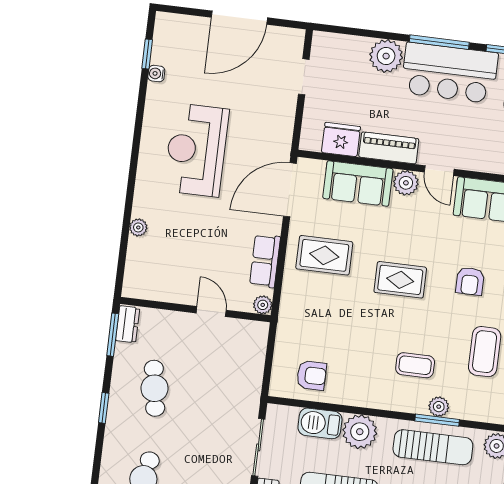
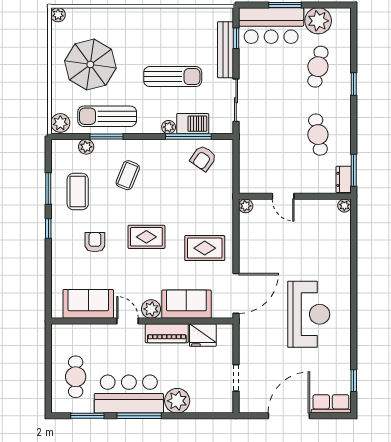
water cooler: (156, 74) -> (345, 367), removed
plant: (138, 227) -> (344, 206), moved
row of seats: (265, 261) -> (331, 404), moved, turned -90
coffee table: (415, 365) -> (128, 175), turned -68
armchair: (312, 375) -> (203, 158), turned -55
window: (328, 407) -> (188, 137), added
plant: (439, 407) -> (86, 147), moved
window: (104, 408) -> (354, 84), moved
plant: (360, 432) -> (169, 127), width x0.53, depth x0.53

